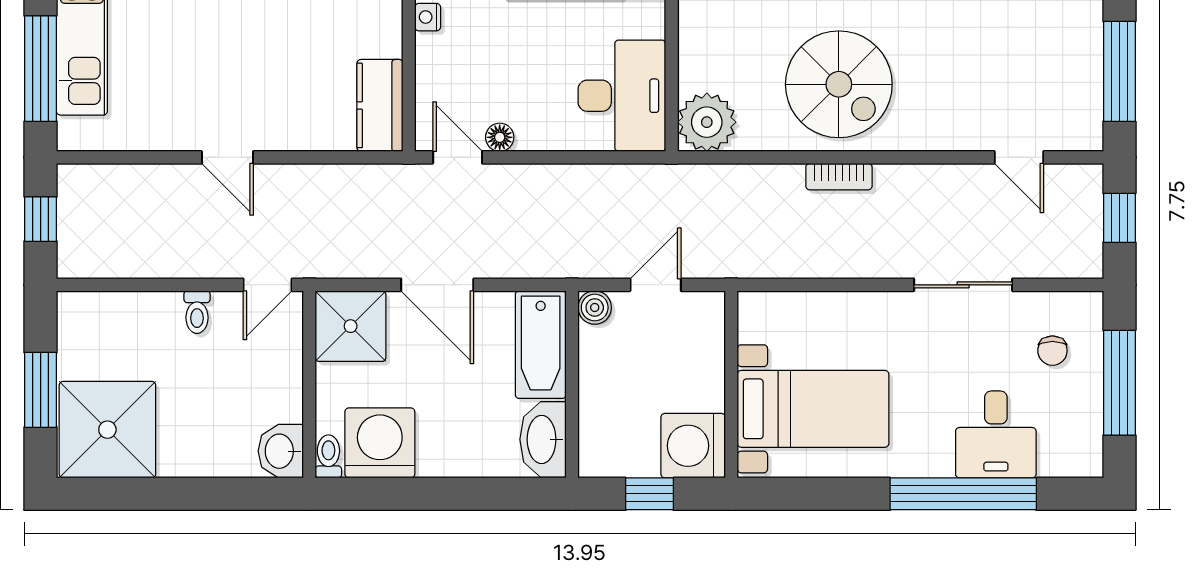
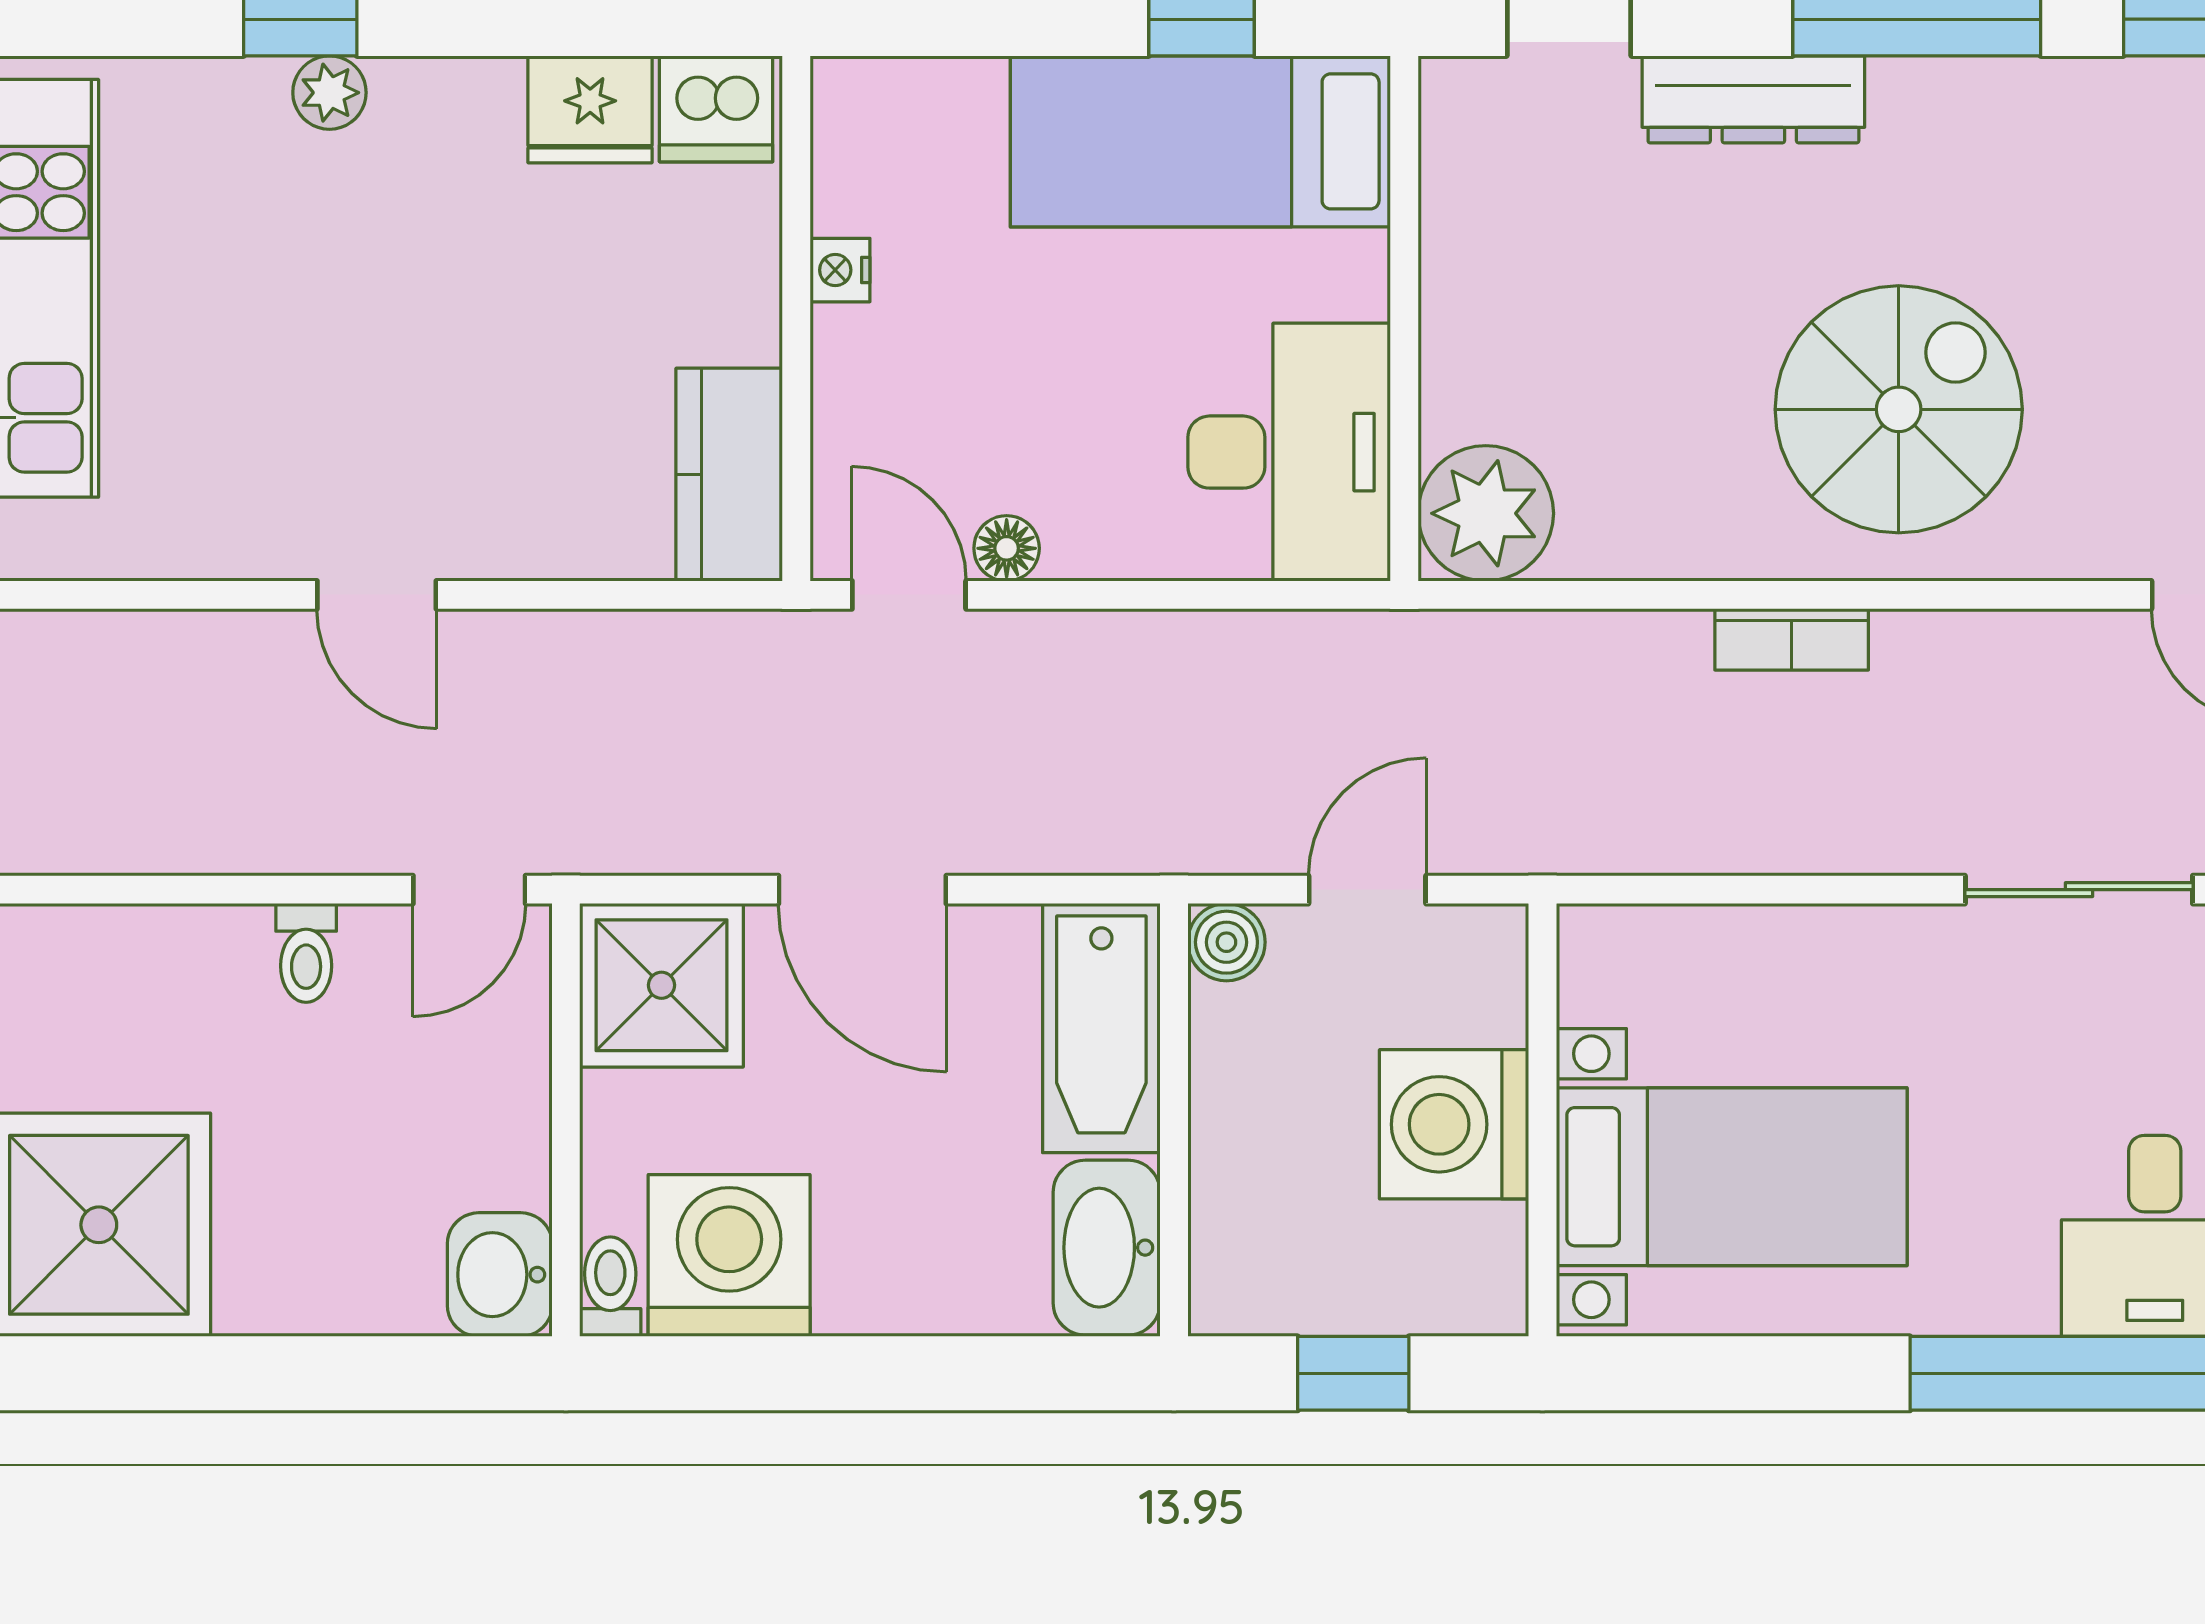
spiral stairs: (839, 84) -> (1899, 409), moved, turned -90
washing machine: (693, 446) -> (1454, 1124), moved

